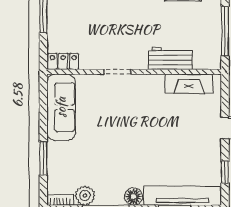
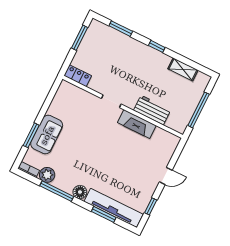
fireplace: (189, 84) -> (137, 124), moved
sofa: (61, 107) -> (47, 135), moved, width x0.73

